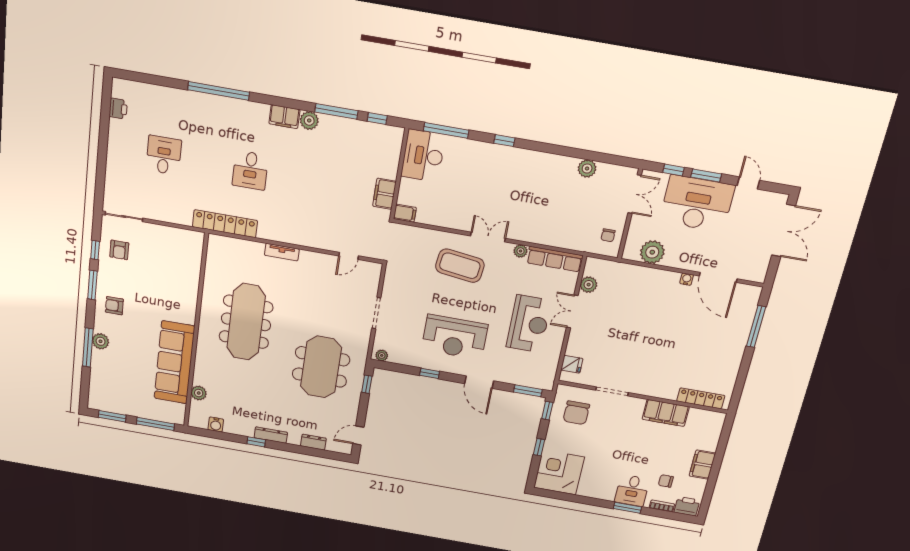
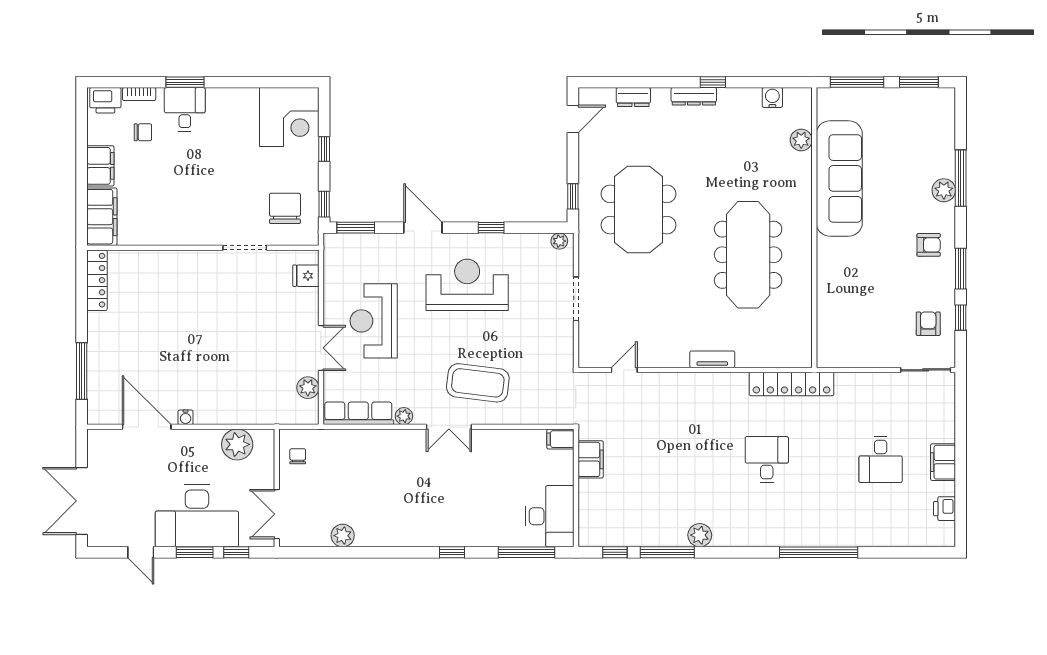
filing cabinet: (284, 117) -> (943, 462), moved, turned -90
locker: (701, 398) -> (97, 280), moved, turned -90
filing cabinet: (666, 413) -> (102, 217), moved, turned 90

